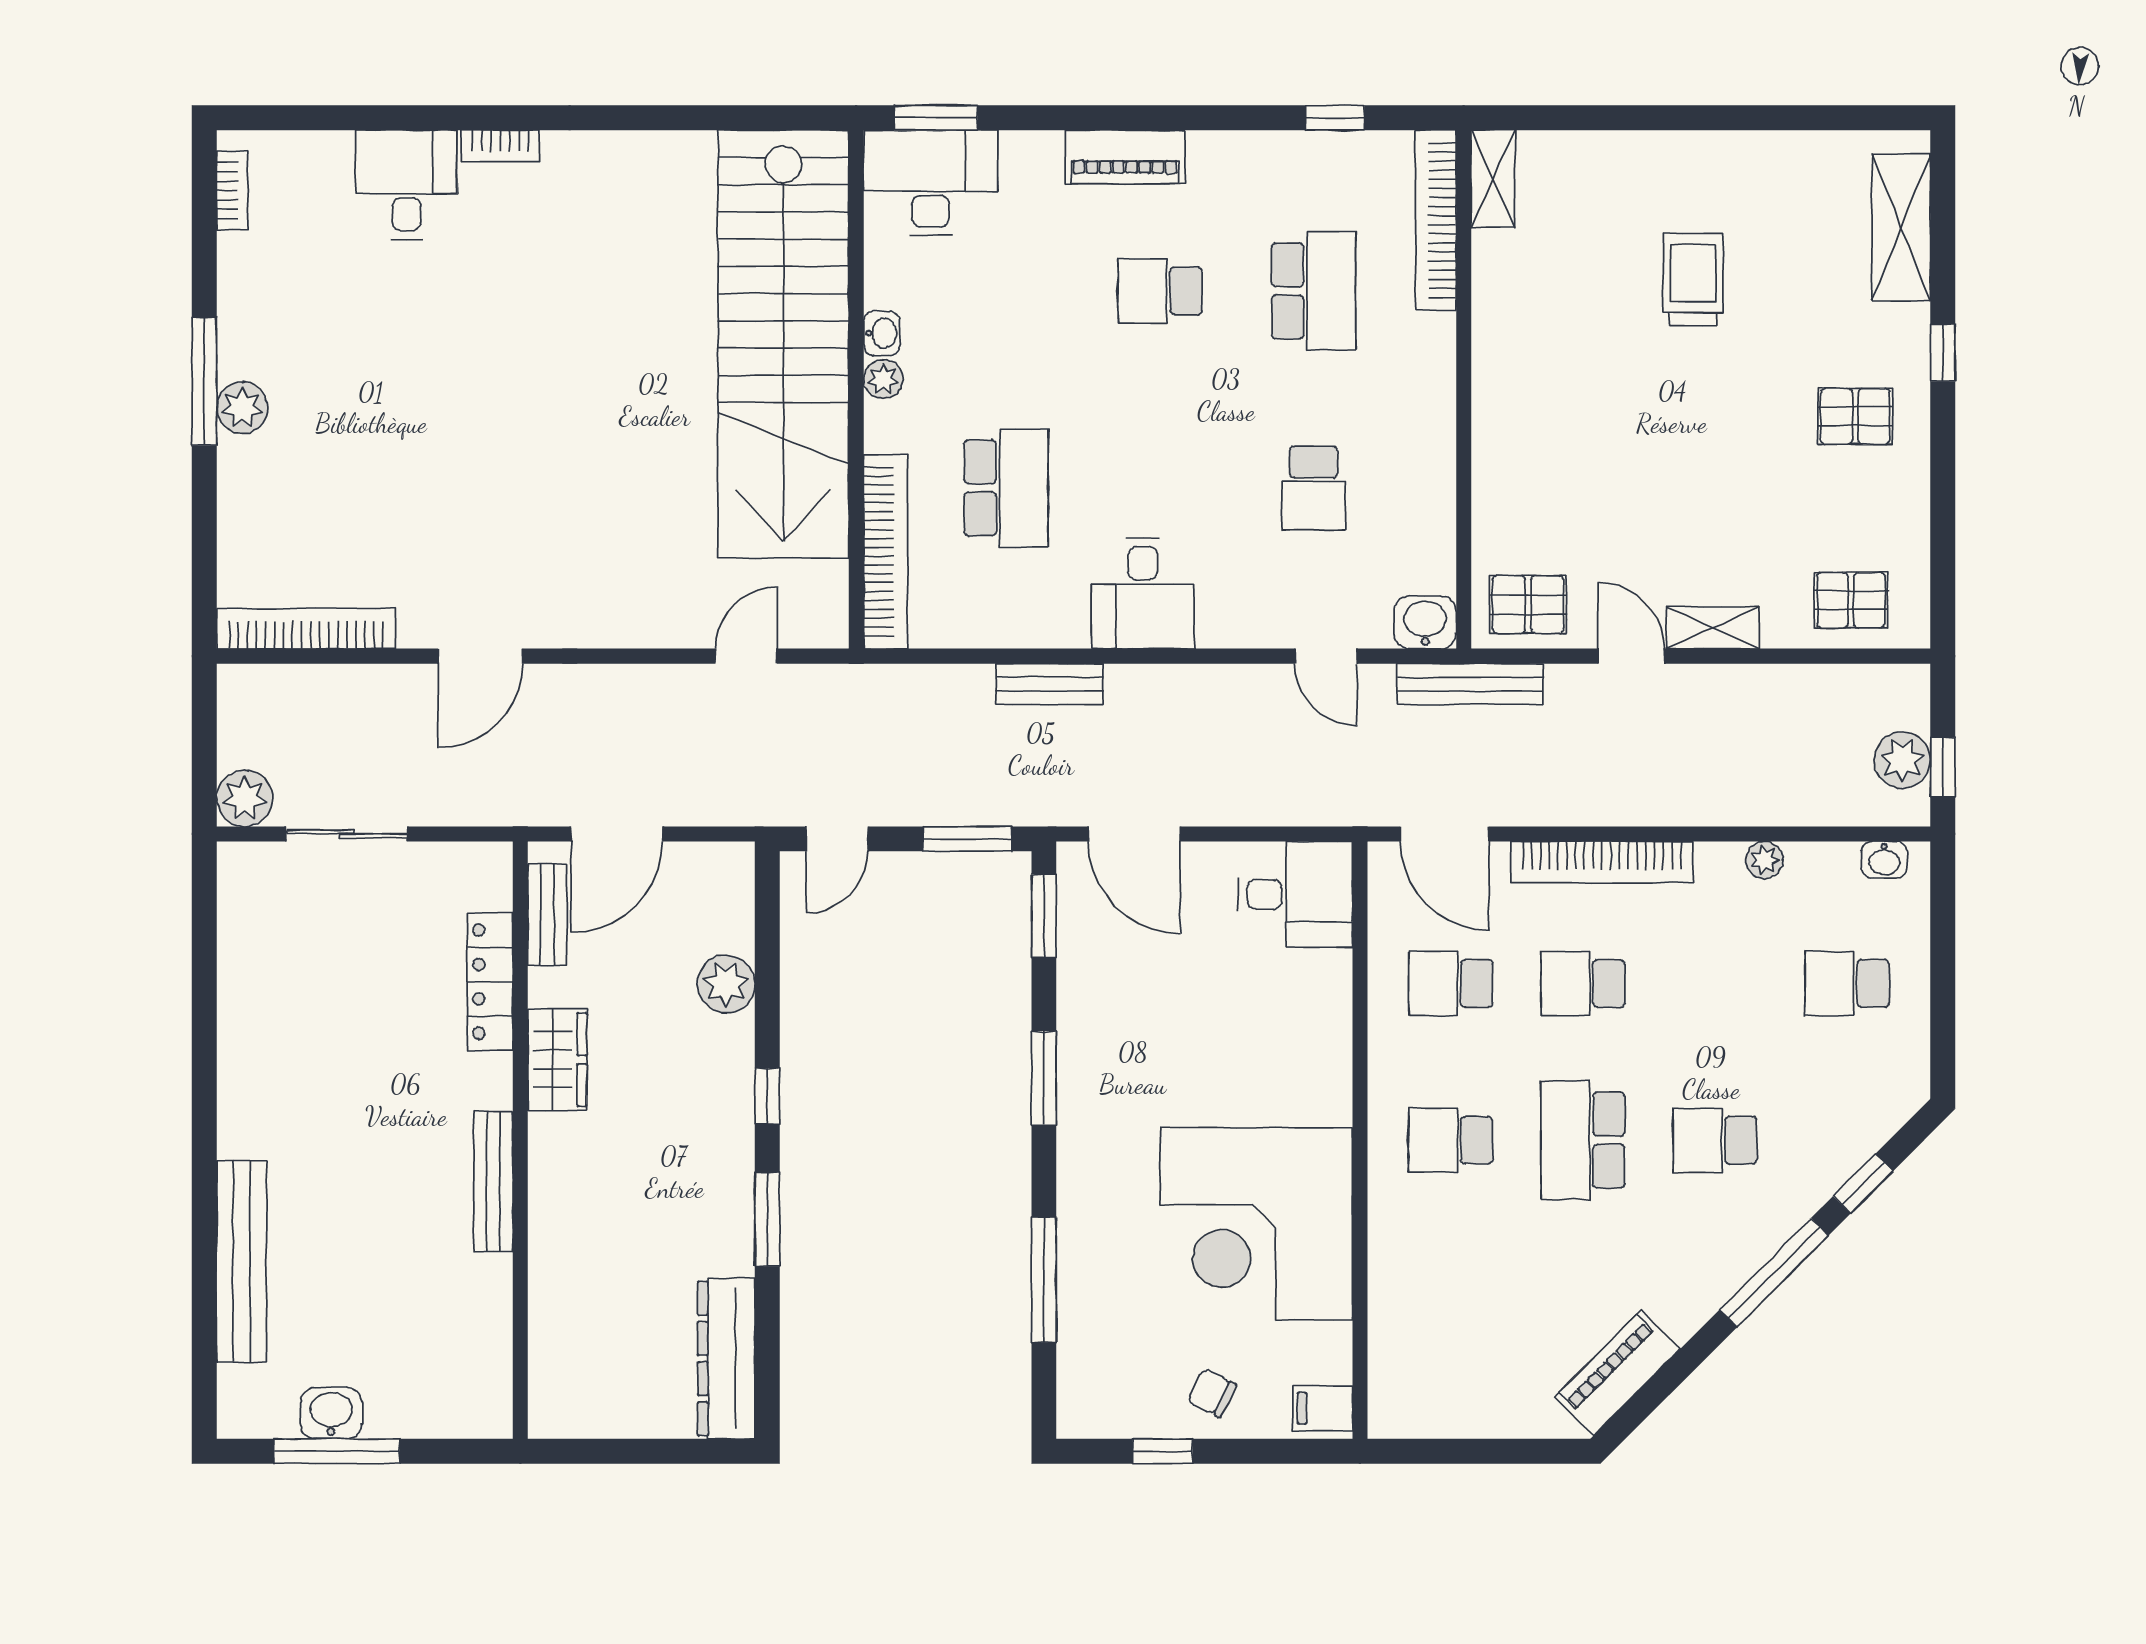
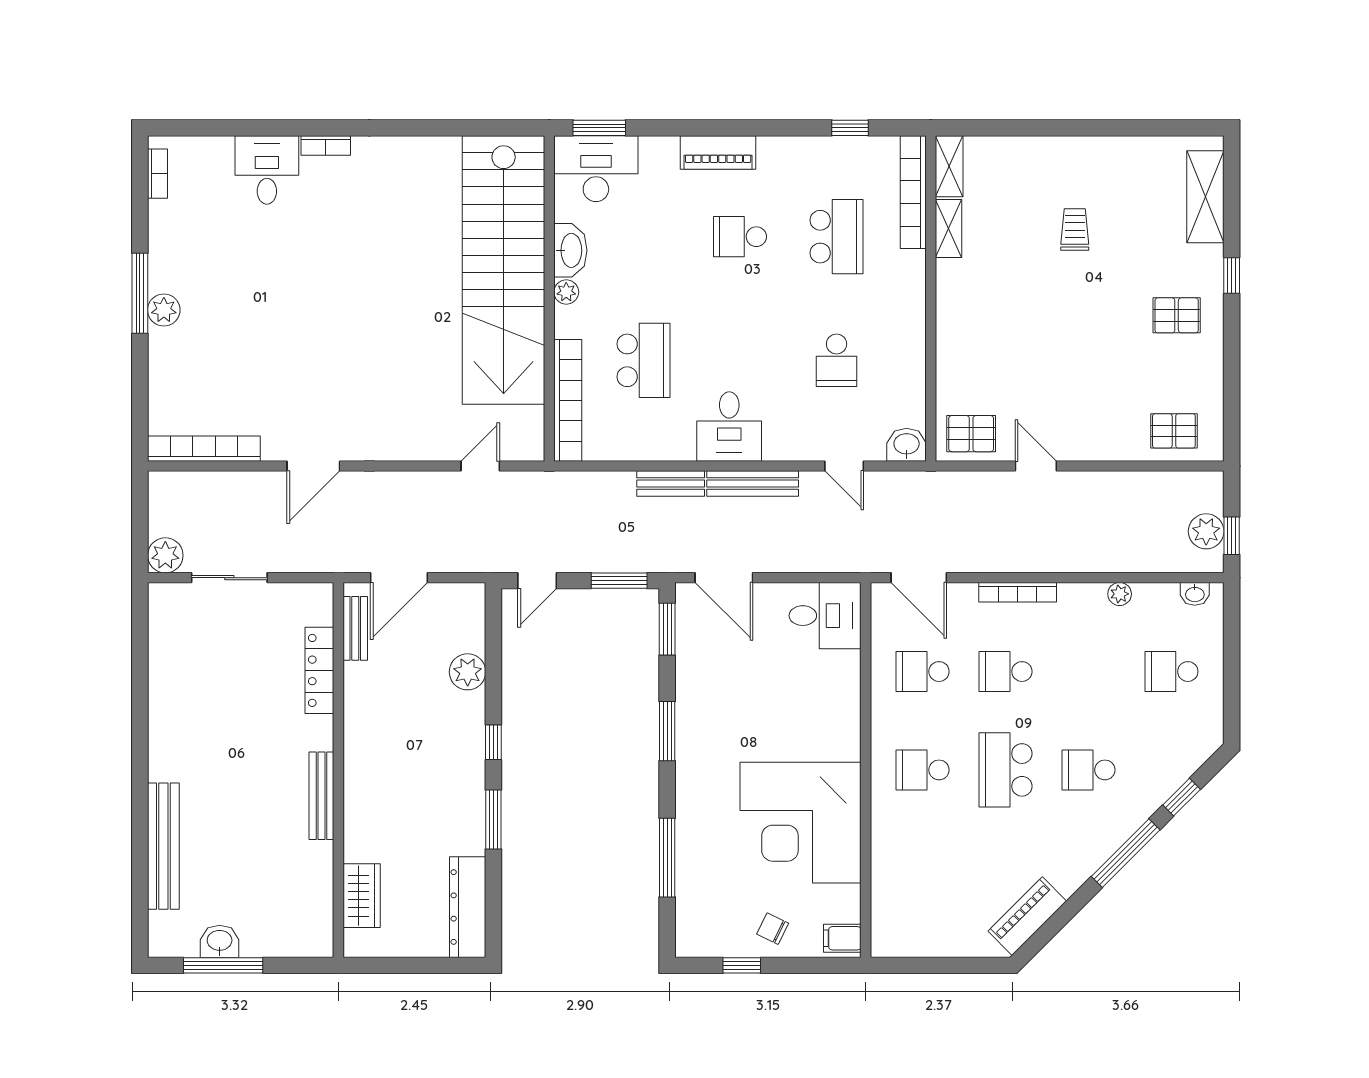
trolley: (1693, 279) -> (1075, 229), width x0.73, depth x0.72
washbasin: (882, 333) -> (570, 250), width x1.91, depth x1.45
shelving: (1713, 628) -> (949, 229), moved, turned 90
bench: (1470, 684) -> (753, 483), moved
bookcase: (1602, 862) -> (1018, 592), width x0.68, depth x0.76
wardrobe: (557, 1060) -> (362, 896), moved

